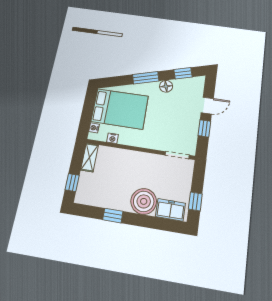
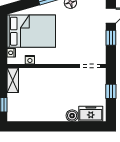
boiler: (144, 201) -> (72, 116), width x0.54, depth x0.54
window: (195, 201) -> (111, 91), moved
window: (113, 216) -> (43, 126), removed

